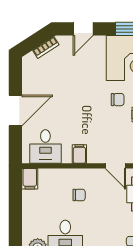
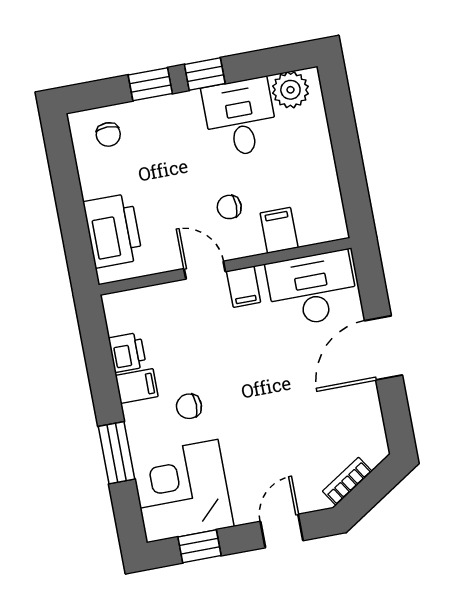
desk: (45, 147) -> (312, 289), width x1.37
door: (115, 166) -> (205, 270), moved
filing cabinet: (30, 179) -> (279, 230), moved

